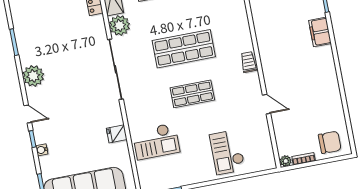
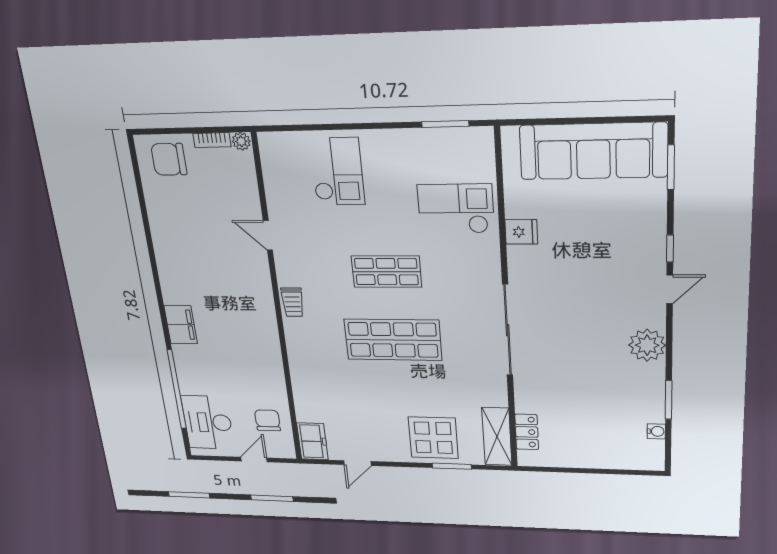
plant: (119, 25) -> (491, 391), removed
door: (28, 114) -> (670, 289), swing flipped
water cooler: (42, 150) -> (656, 431), moved

